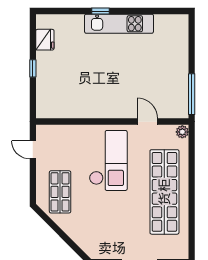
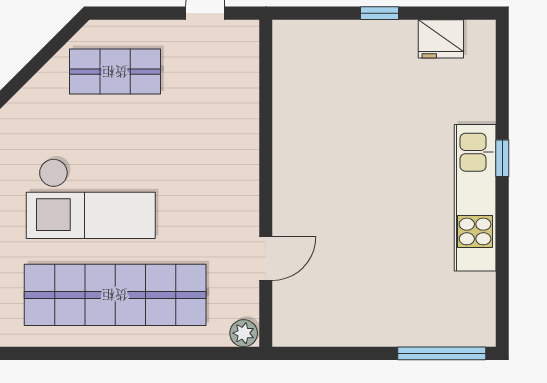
window: (192, 94) -> (442, 353), moved
checkout: (108, 160) -> (91, 199), moved

